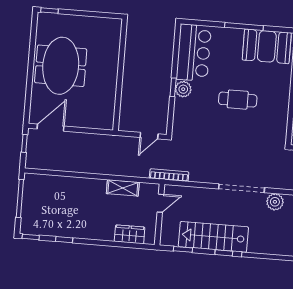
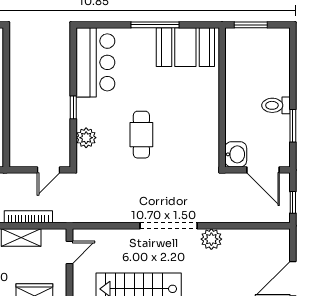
plant: (183, 89) -> (86, 138), moved
cafe table: (238, 100) -> (141, 135), moved, turned 90
bookcase: (169, 175) -> (28, 217), moved

